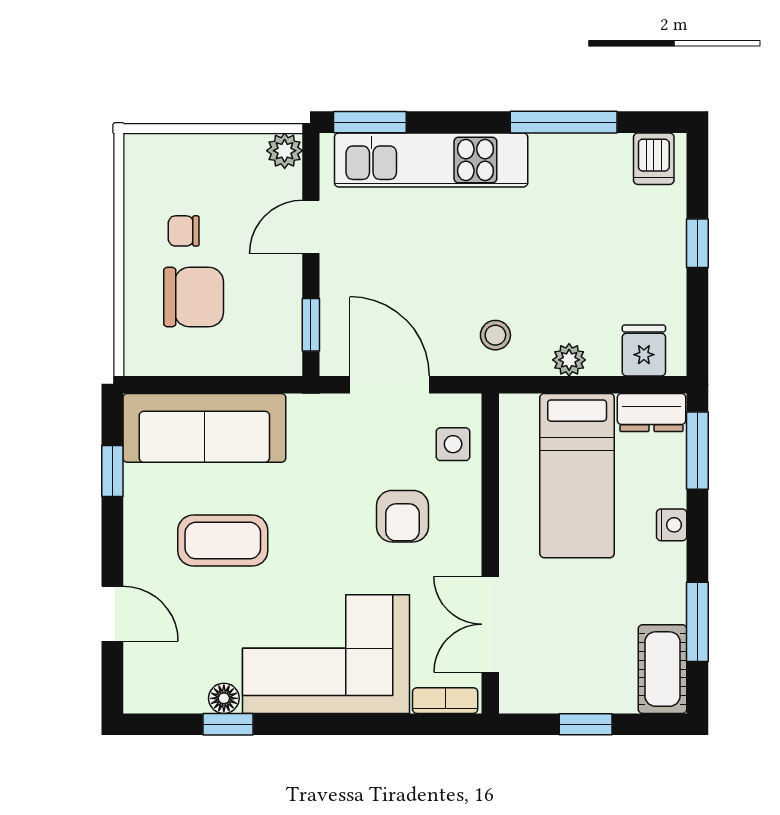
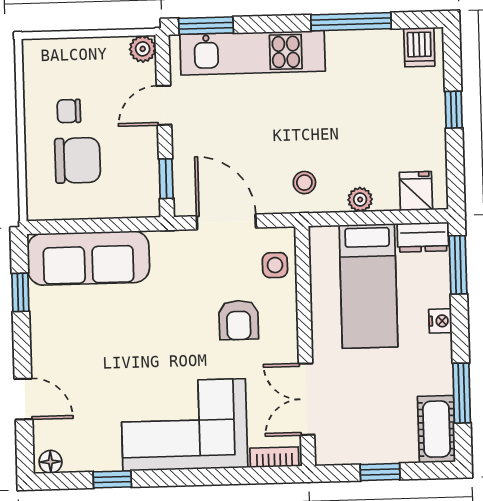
coffee table: (223, 541) -> (105, 342), removed
floor lamp: (224, 698) -> (50, 462), moved

